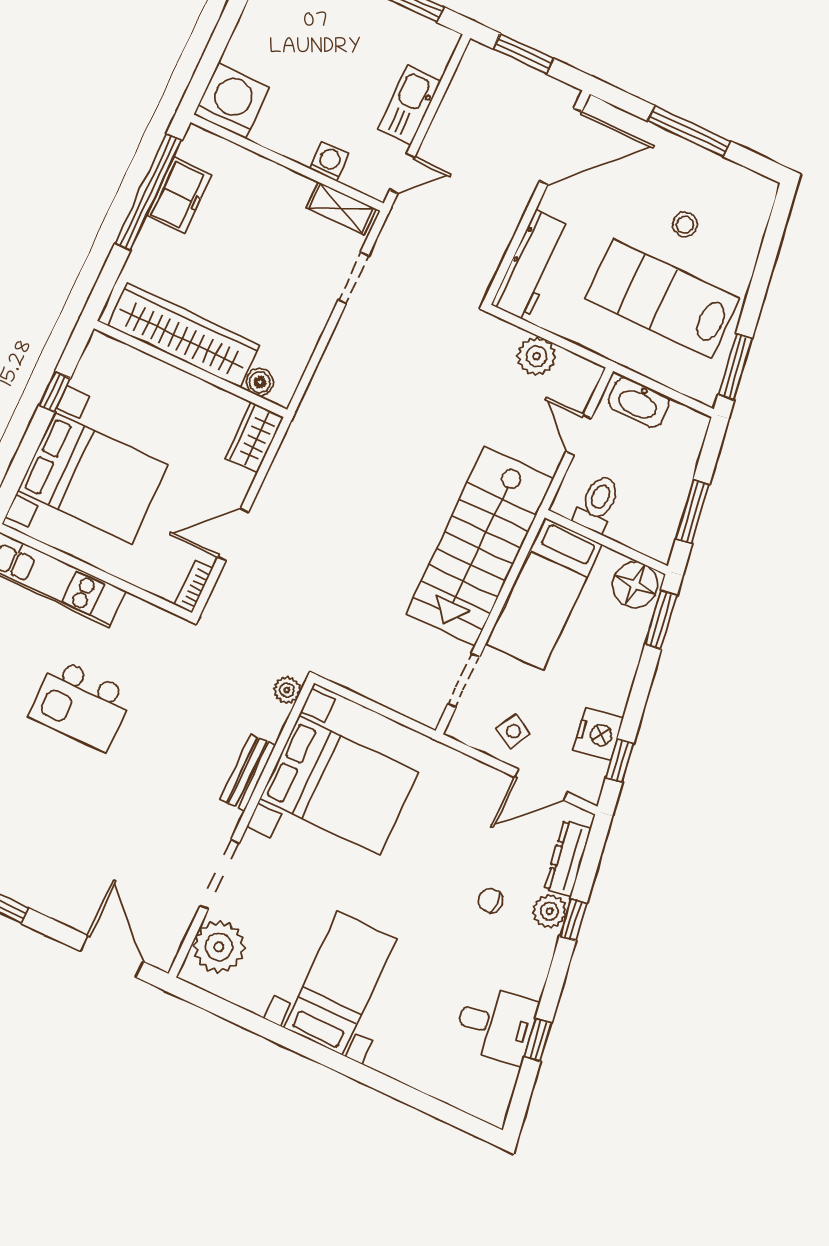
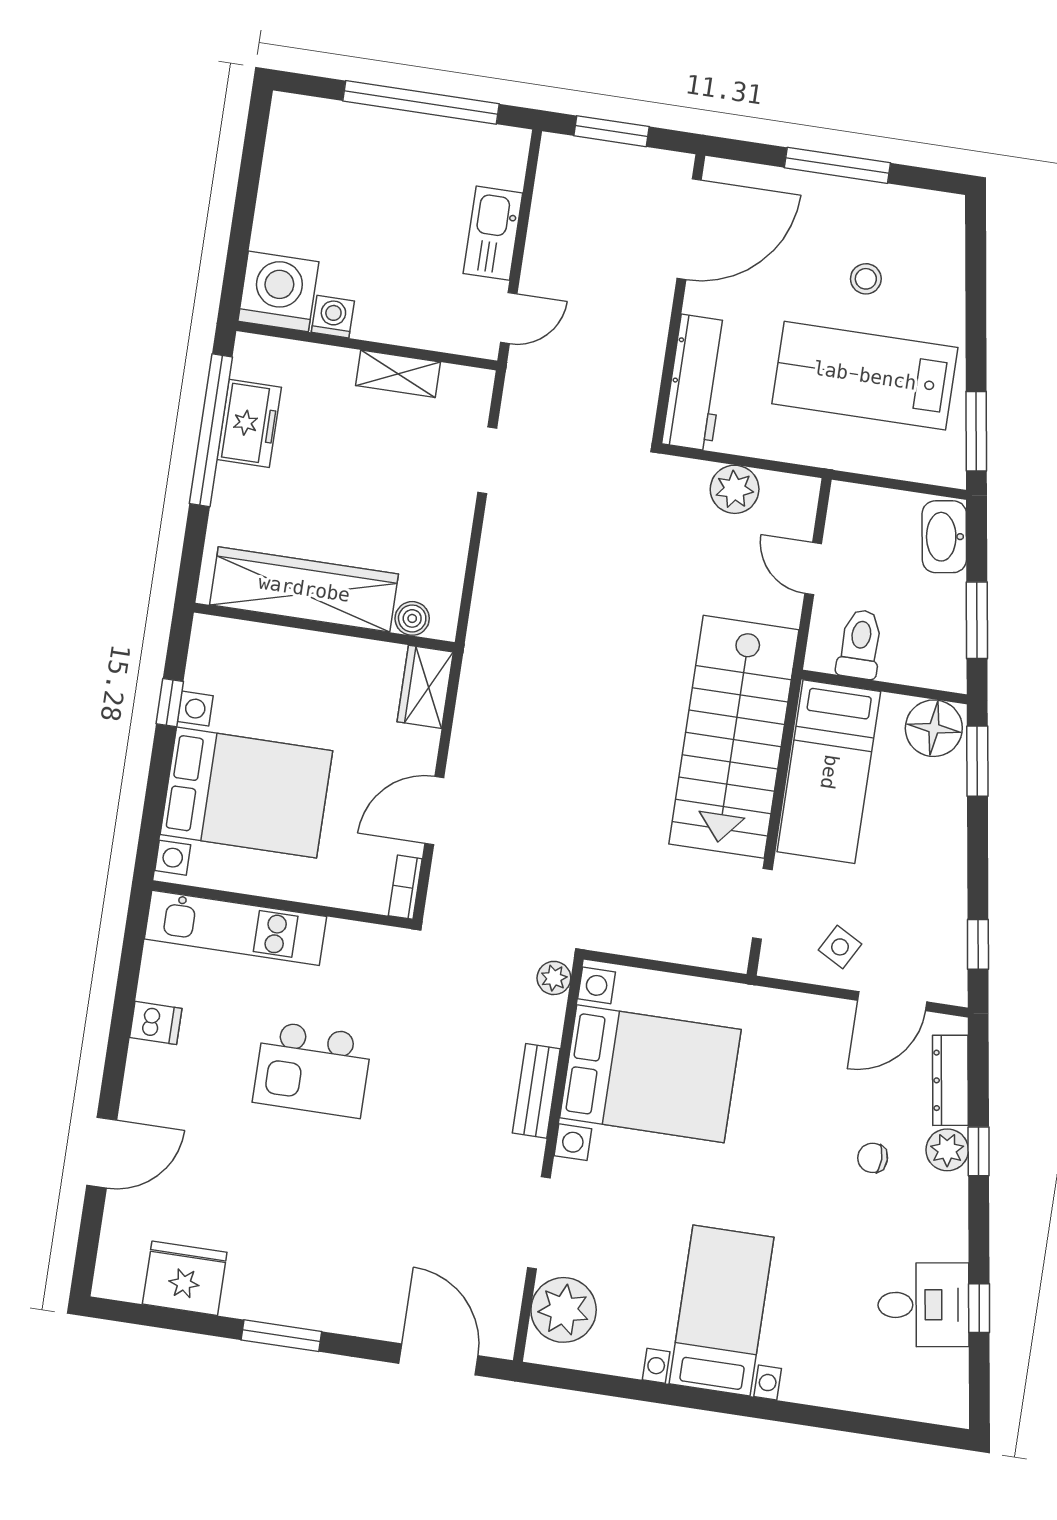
washing machine: (329, 161) -> (333, 317), moved
shelving: (341, 208) -> (398, 374), moved
washbasin: (639, 402) -> (944, 537), moved, turned 81
nightstand: (598, 734) -> (943, 920), removed

